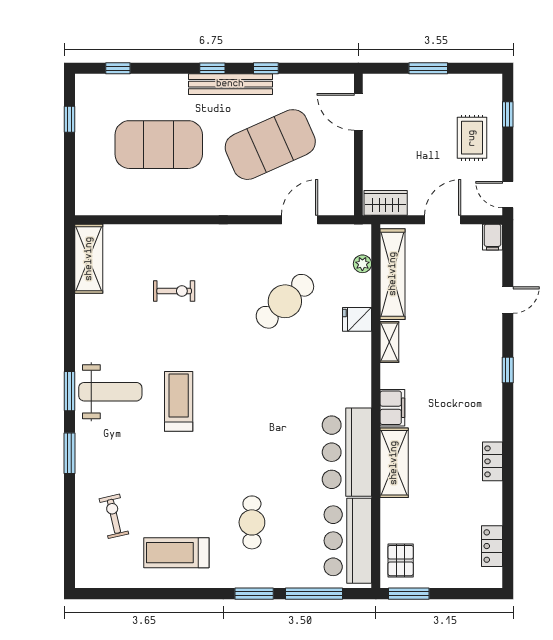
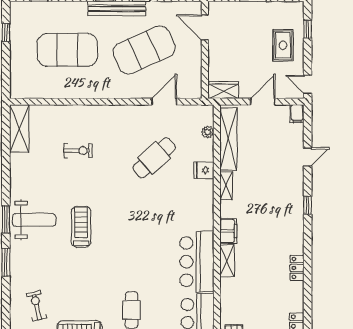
shelving: (394, 463) -> (227, 261), width x0.67, depth x0.75

